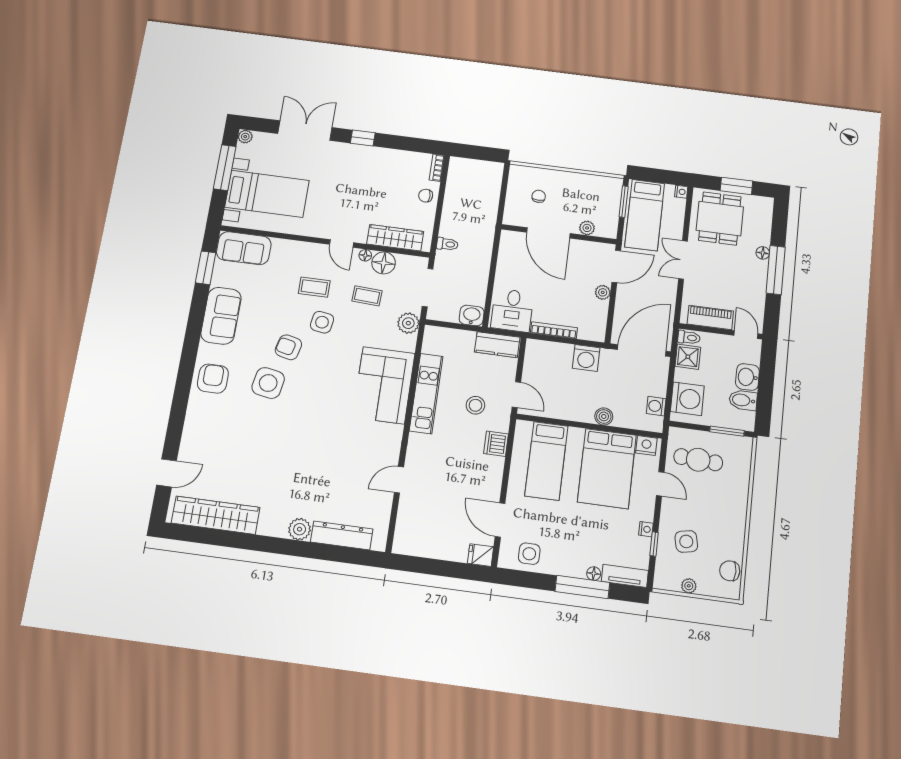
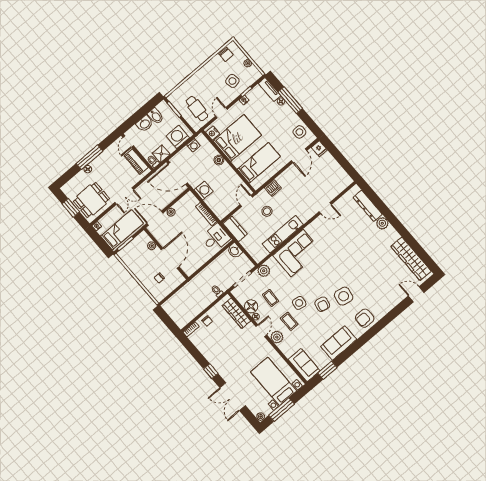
plant: (313, 253) -> (277, 337), added

